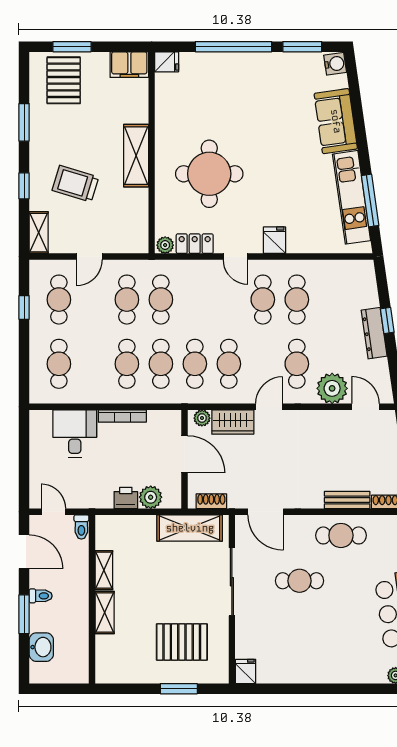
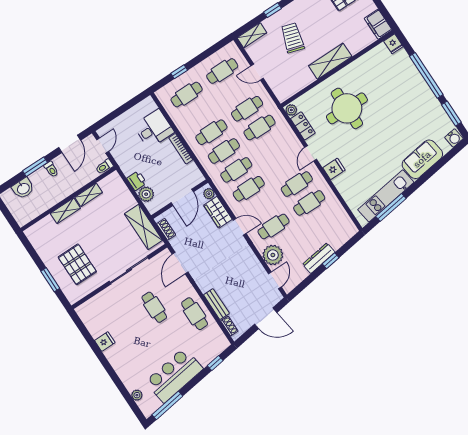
window: (24, 308) -> (179, 72), moved
fridge: (246, 671) -> (105, 342), moved

